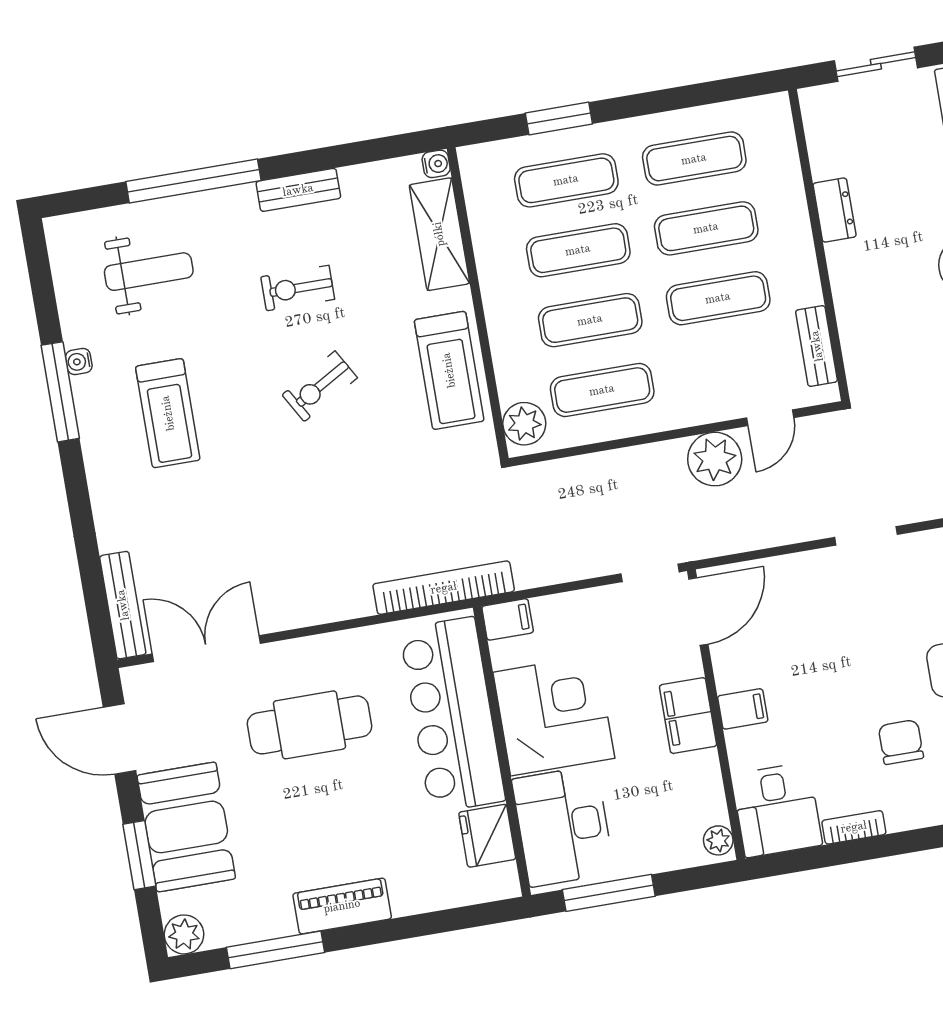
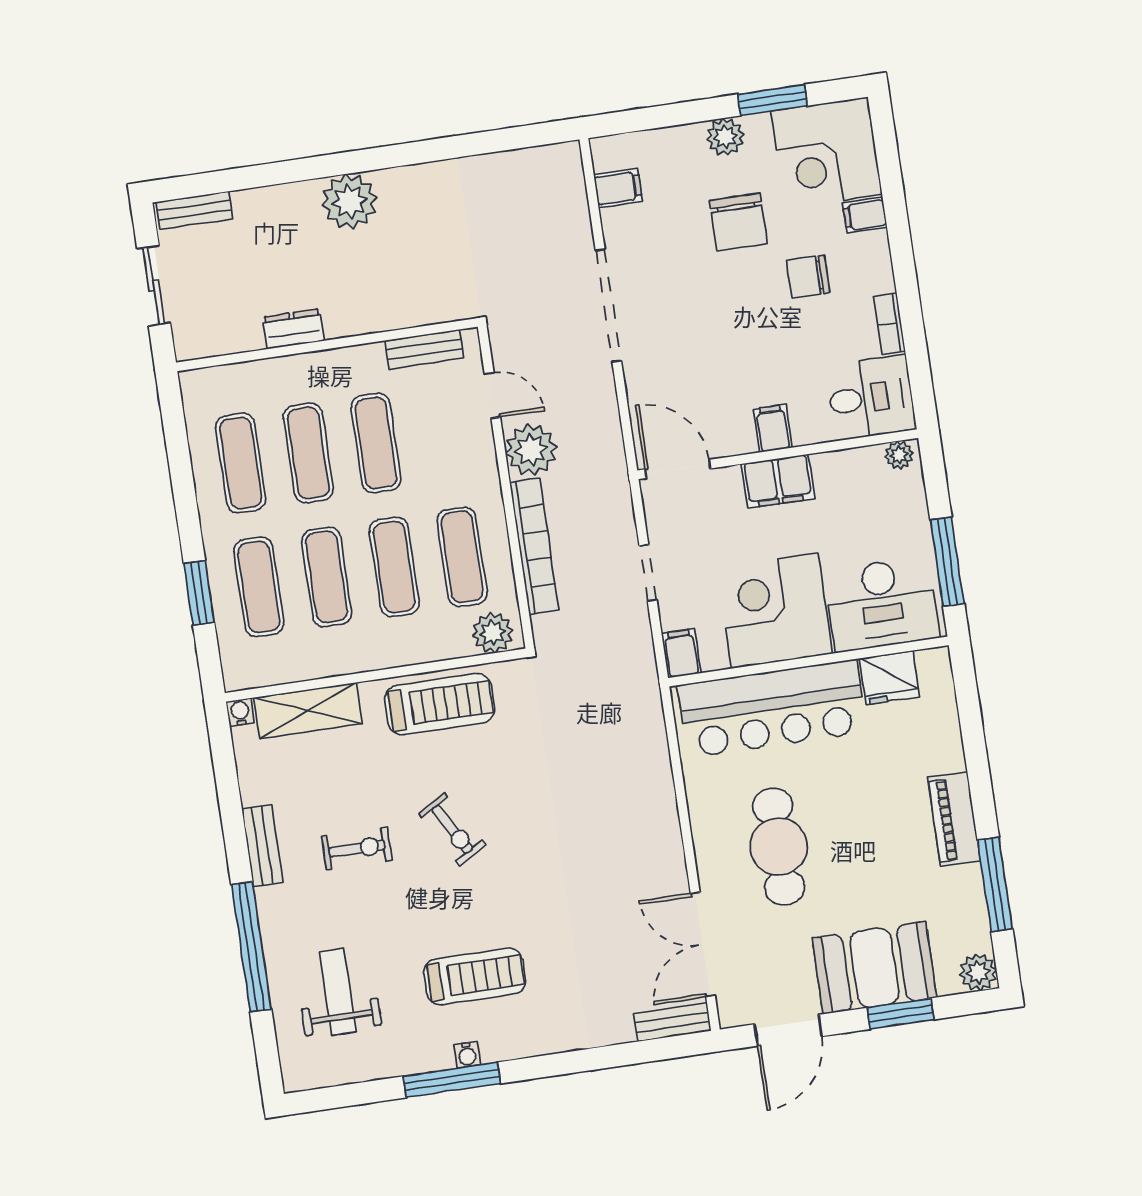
exercise bike: (298, 288) -> (357, 849), turned -90
water cooler: (79, 362) -> (467, 1055), moved
doorway: (866, 536) -> (608, 305), width x1.88
doorway: (650, 573) -> (648, 573), moved
bookcase: (444, 588) -> (534, 546), moved, turned 180
bench: (123, 605) -> (672, 1022), width x0.73

